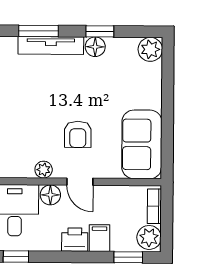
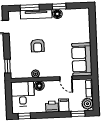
plant: (150, 49) -> (84, 14), removed
armchair: (78, 134) -> (38, 46), moved
door: (80, 182) -> (66, 78), moved

